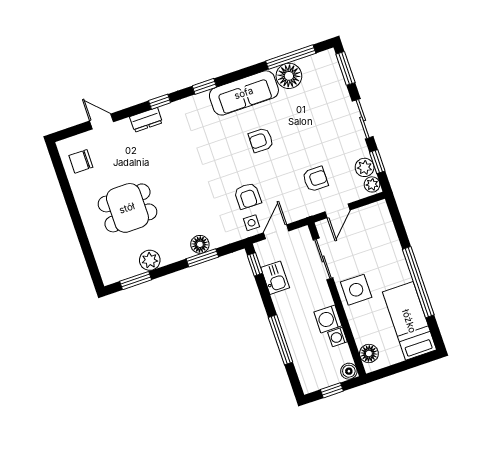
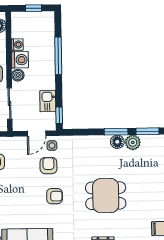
armchair: (261, 140) -> (55, 196), moved
dining table: (127, 208) -> (106, 196), moved
floor lamp: (200, 244) -> (117, 142), moved
window: (202, 258) -> (116, 132), moved
boiler: (349, 371) -> (18, 75), moved

